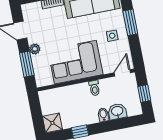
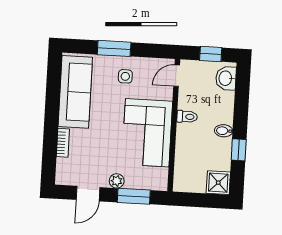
door: (122, 73) -> (177, 76), hinge flipped
washbasin: (117, 111) -> (226, 78), moved
bidet: (103, 115) -> (224, 131), moved

